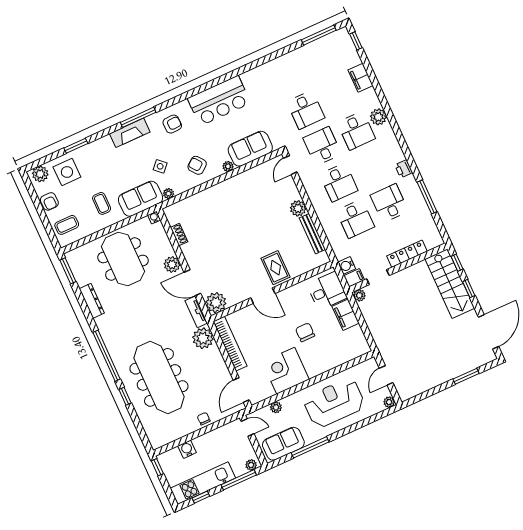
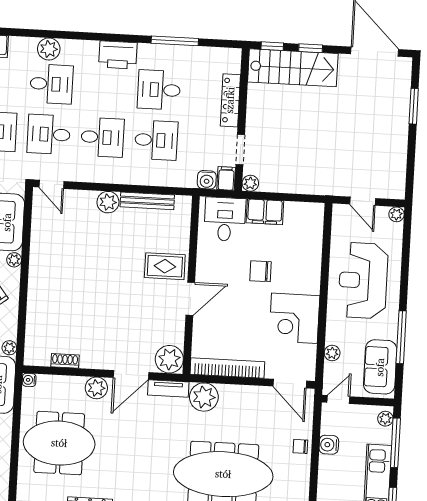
printer: (404, 169) -> (118, 55), width x1.87, depth x1.48
water cooler: (187, 449) -> (329, 445), moved

